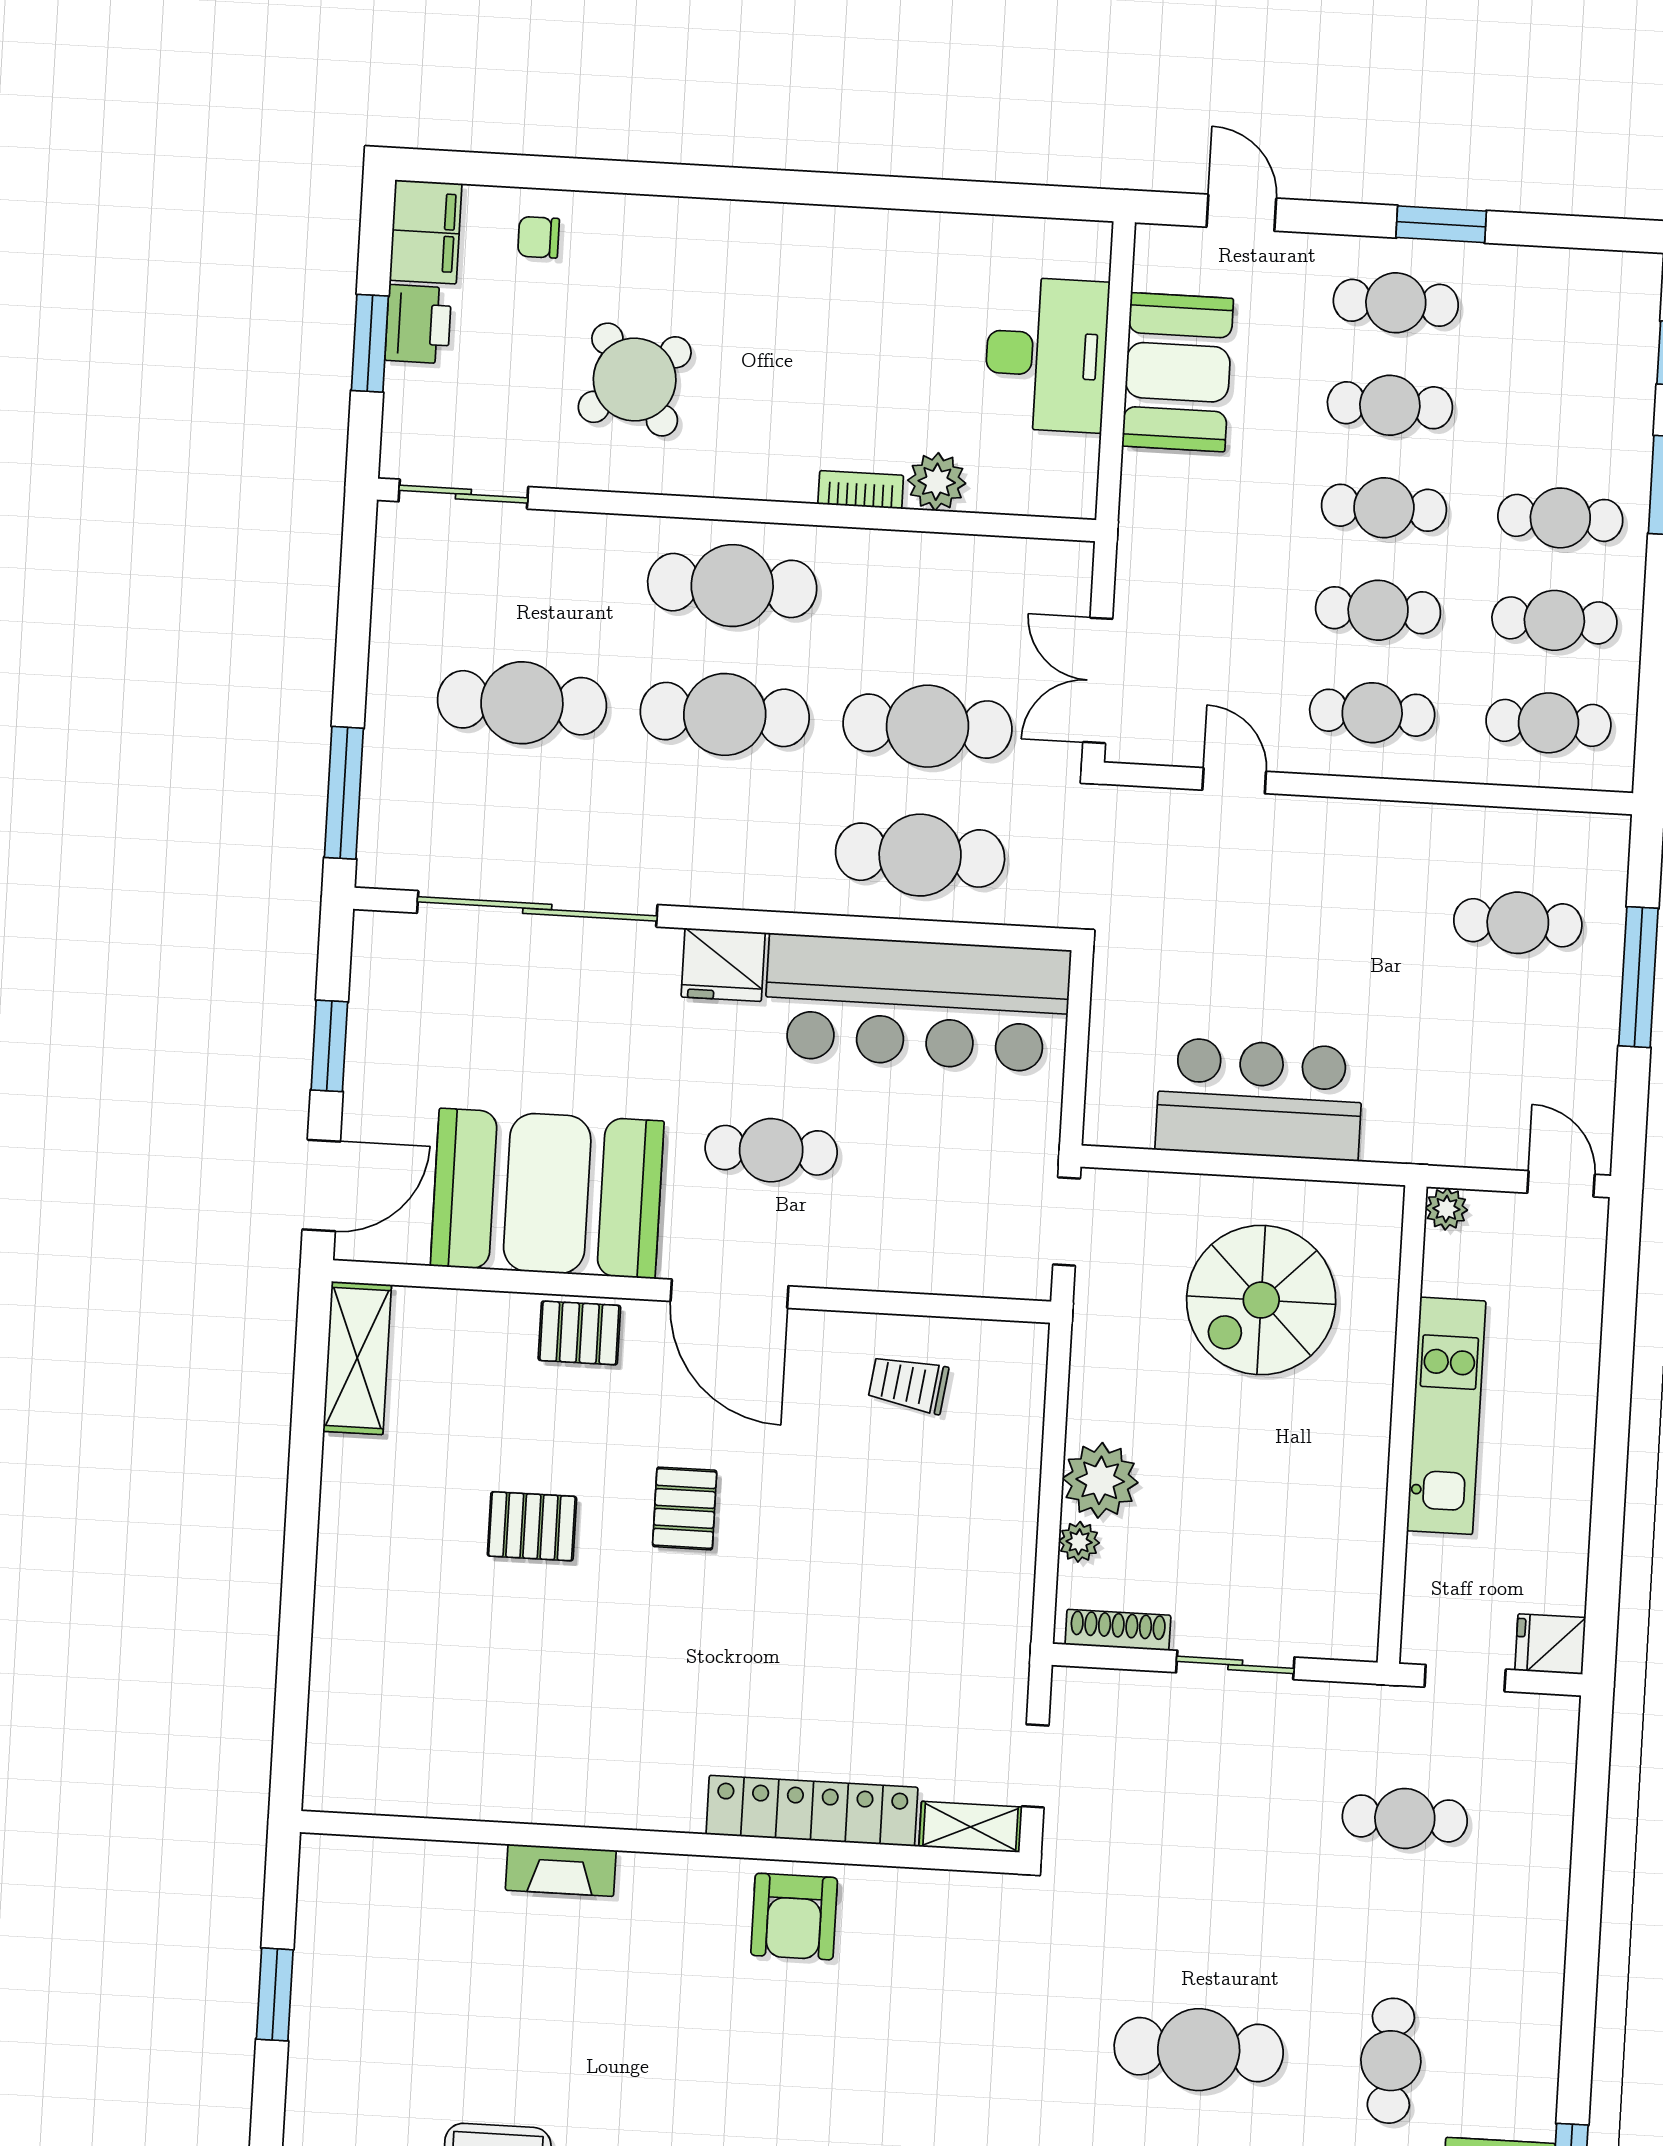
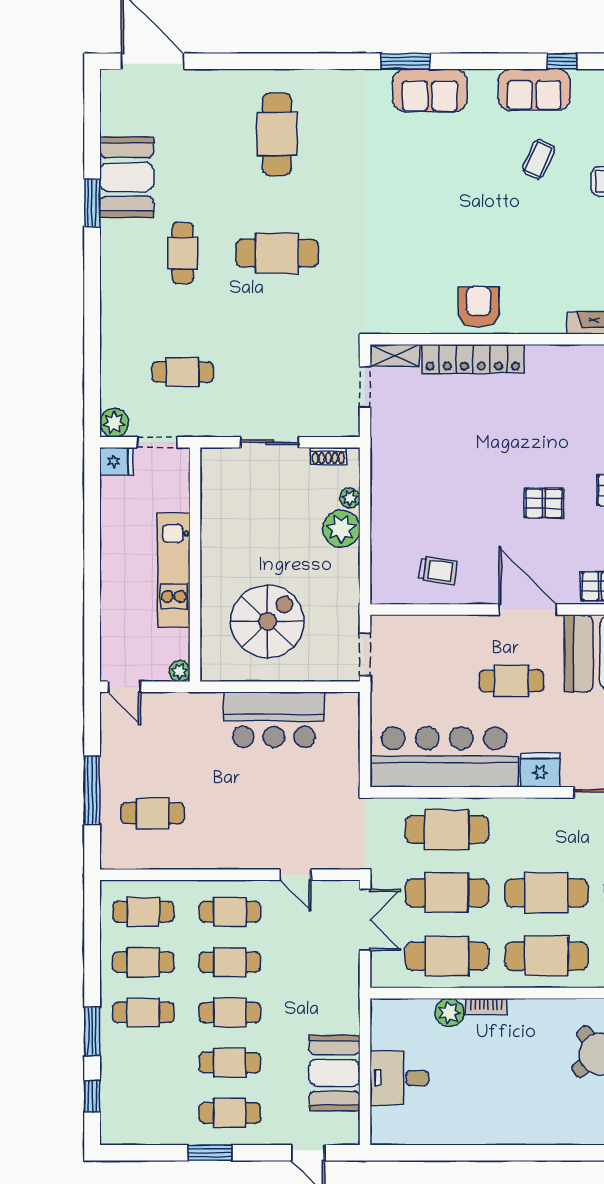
desk: (1046, 354) -> (399, 1078), width x0.73
cafe table: (935, 597) -> (447, 956), added
pallet: (685, 1508) -> (544, 503), turned 90
shoe rack: (1118, 1630) -> (328, 456), width x0.70
plant: (1550, 1723) -> (114, 423), added

